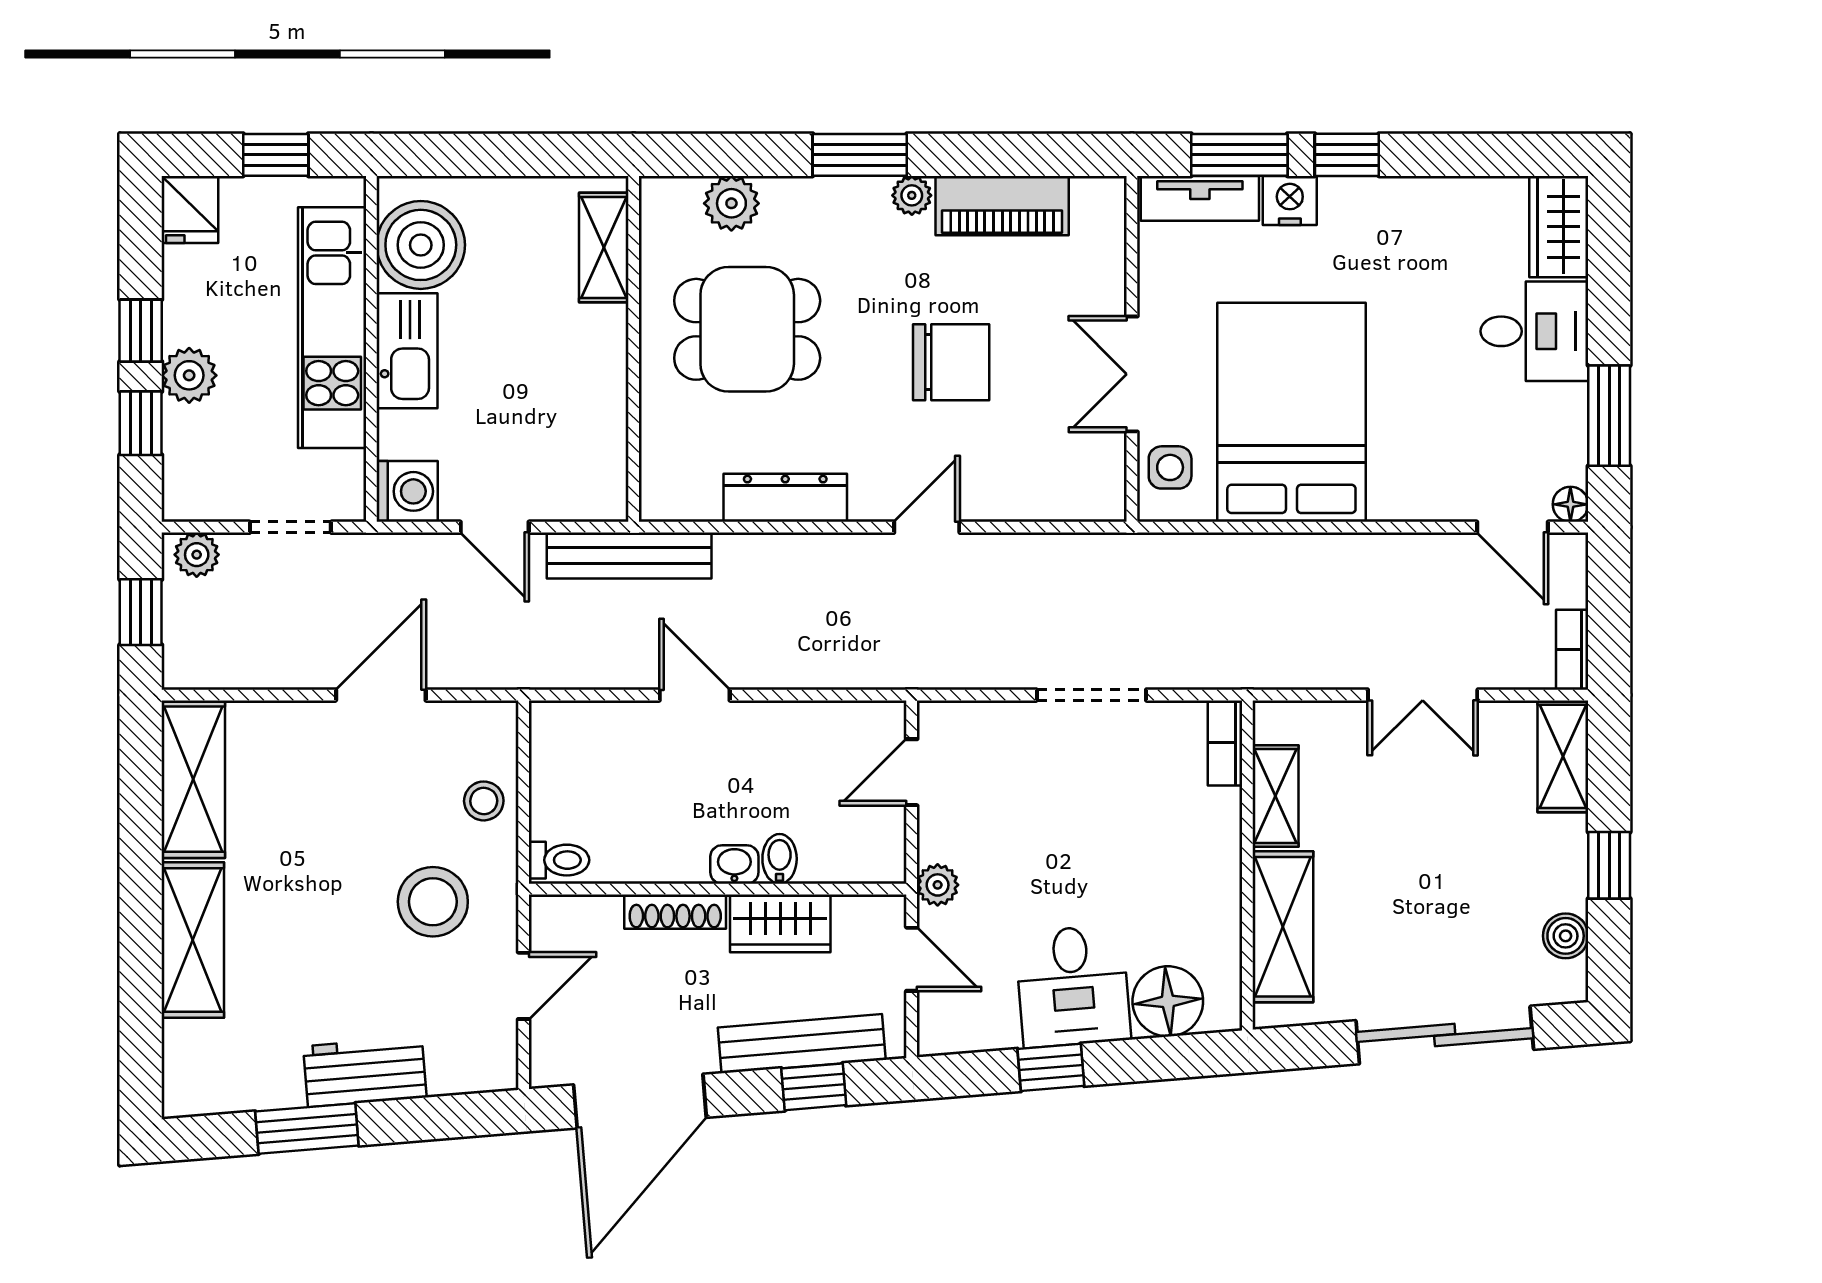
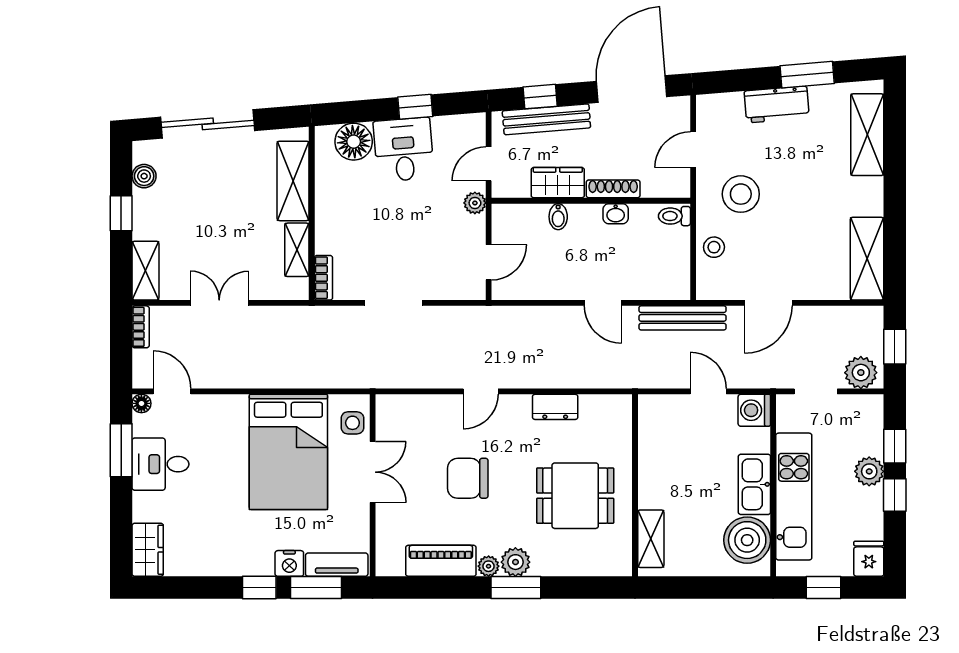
plant: (731, 203) -> (515, 562), moved
desk: (1534, 331) -> (160, 464), moved
dresser: (785, 498) -> (555, 407), width x0.70
plant: (197, 555) -> (861, 373), width x1.38, depth x1.38
bench: (629, 555) -> (683, 318), moved
washbasin: (734, 864) -> (616, 214), moved
shelving: (193, 940) -> (867, 135), moved
door: (912, 959) -> (489, 164), hinge flipped

